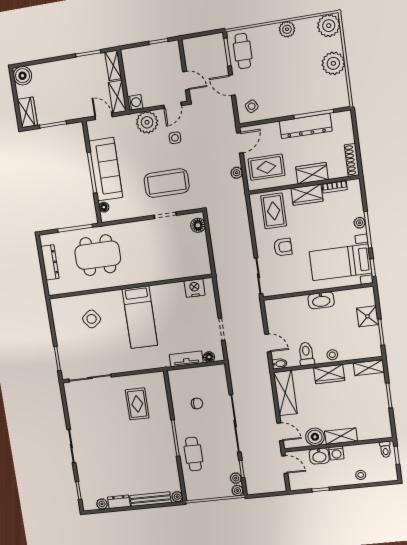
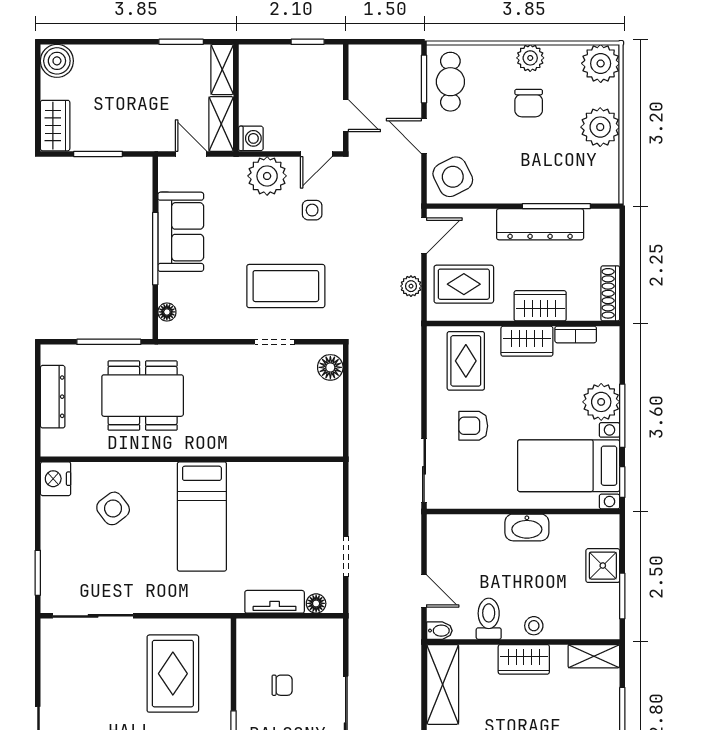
chair: (290, 56) -> (529, 103), added
side table: (252, 106) -> (453, 177), width x1.87, depth x1.87
sofa: (106, 169) -> (181, 232), width x0.73
plant: (360, 223) -> (601, 402), width x1.87, depth x1.87
armchair: (283, 247) -> (473, 426), turned 180
nightstand: (195, 288) -> (56, 479), moved, turned -90
rug: (137, 404) -> (173, 674), width x1.36, depth x1.43

